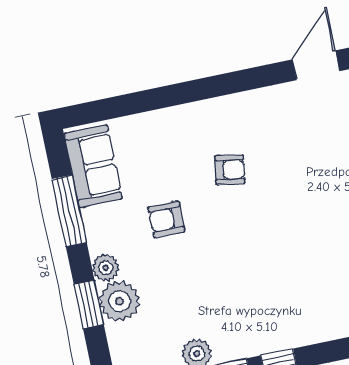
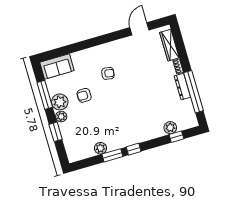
sofa: (93, 166) -> (57, 66), moved, turned 90
plant: (119, 301) -> (60, 102), moved

